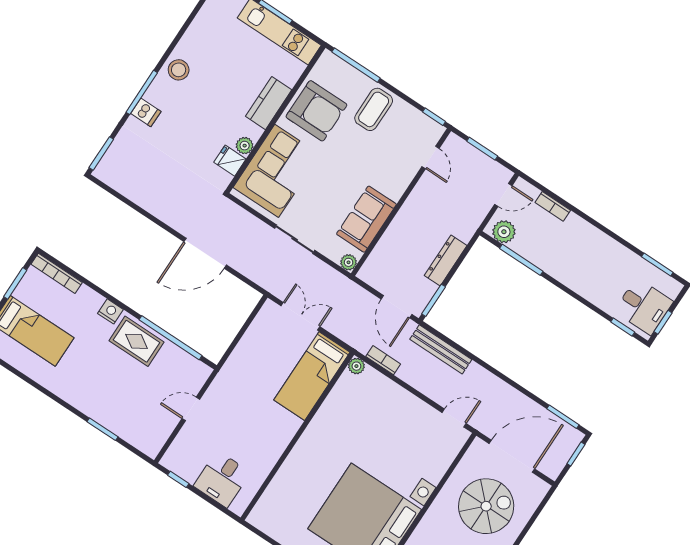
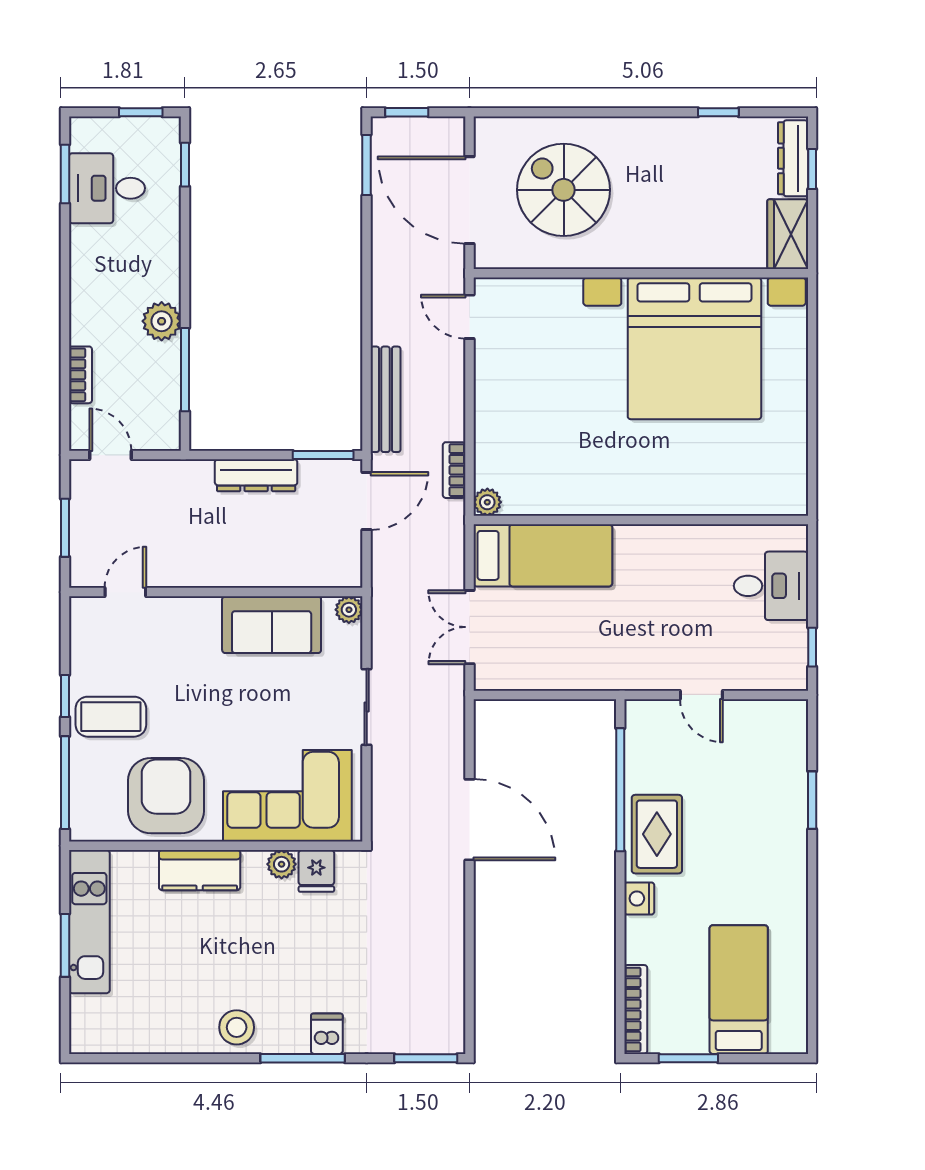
window: (434, 117) -> (65, 696), moved
plant: (504, 232) -> (162, 321), moved
desk: (644, 306) -> (107, 188), moved, turned -90

